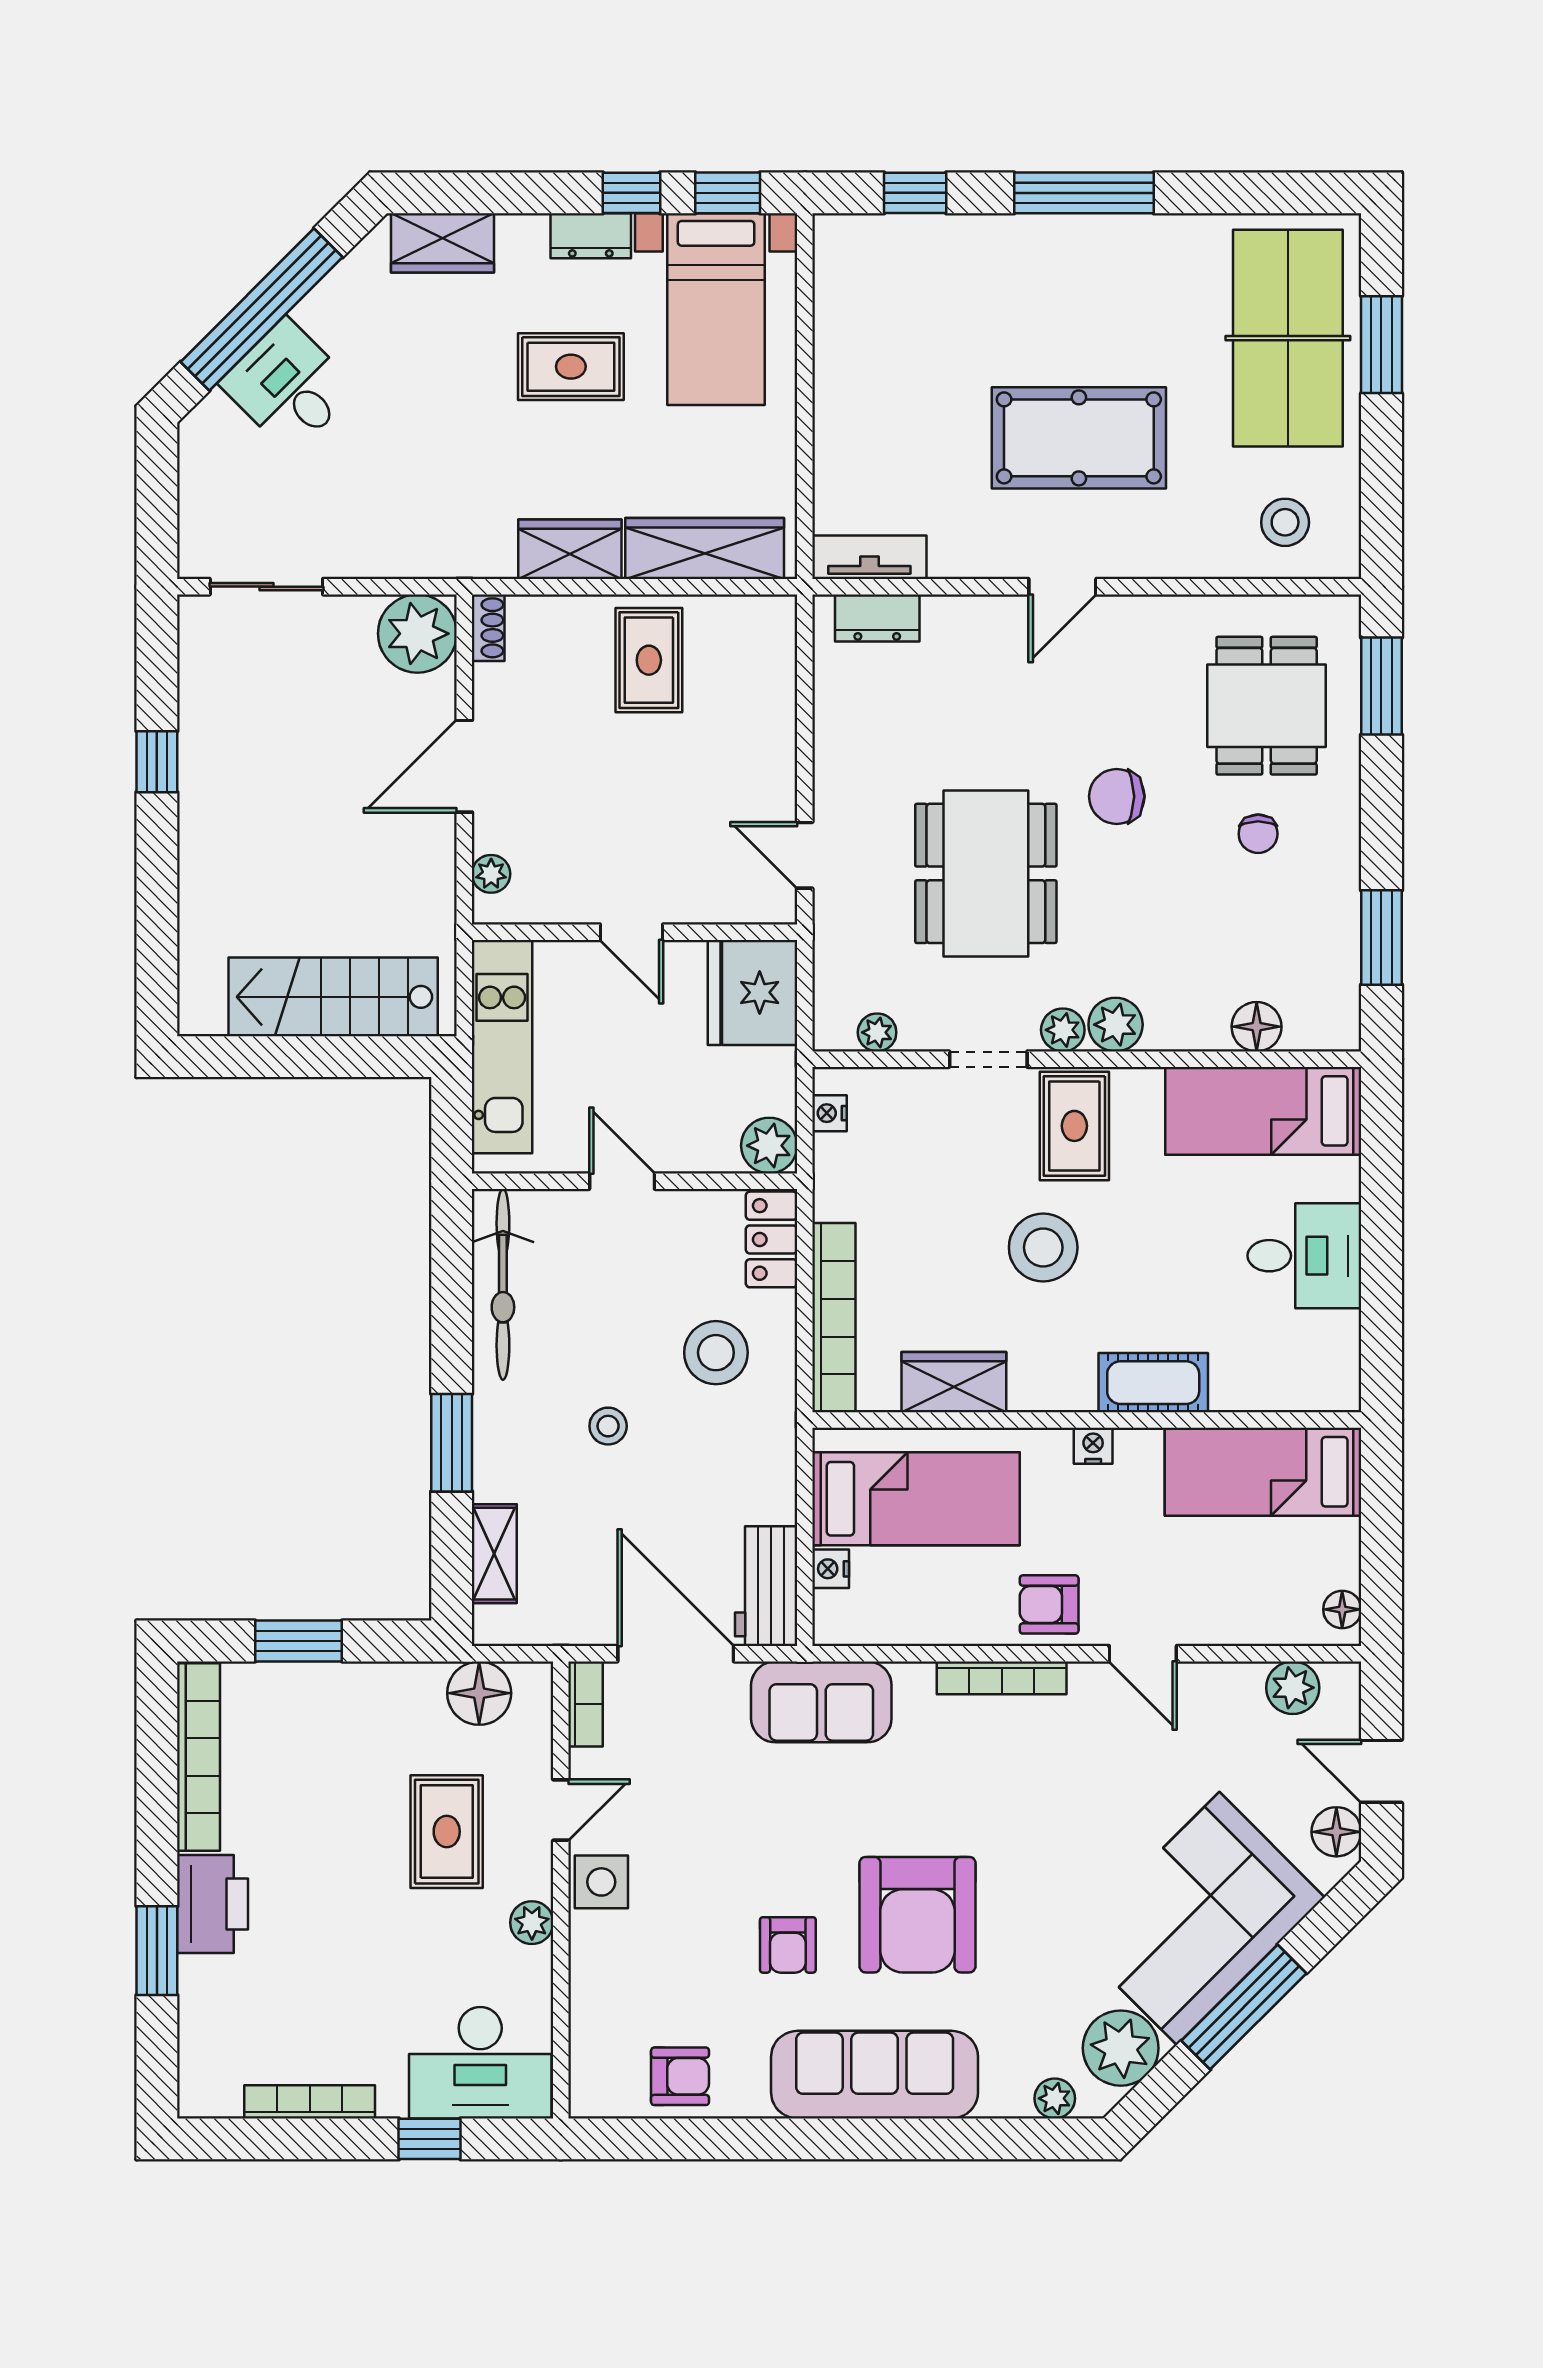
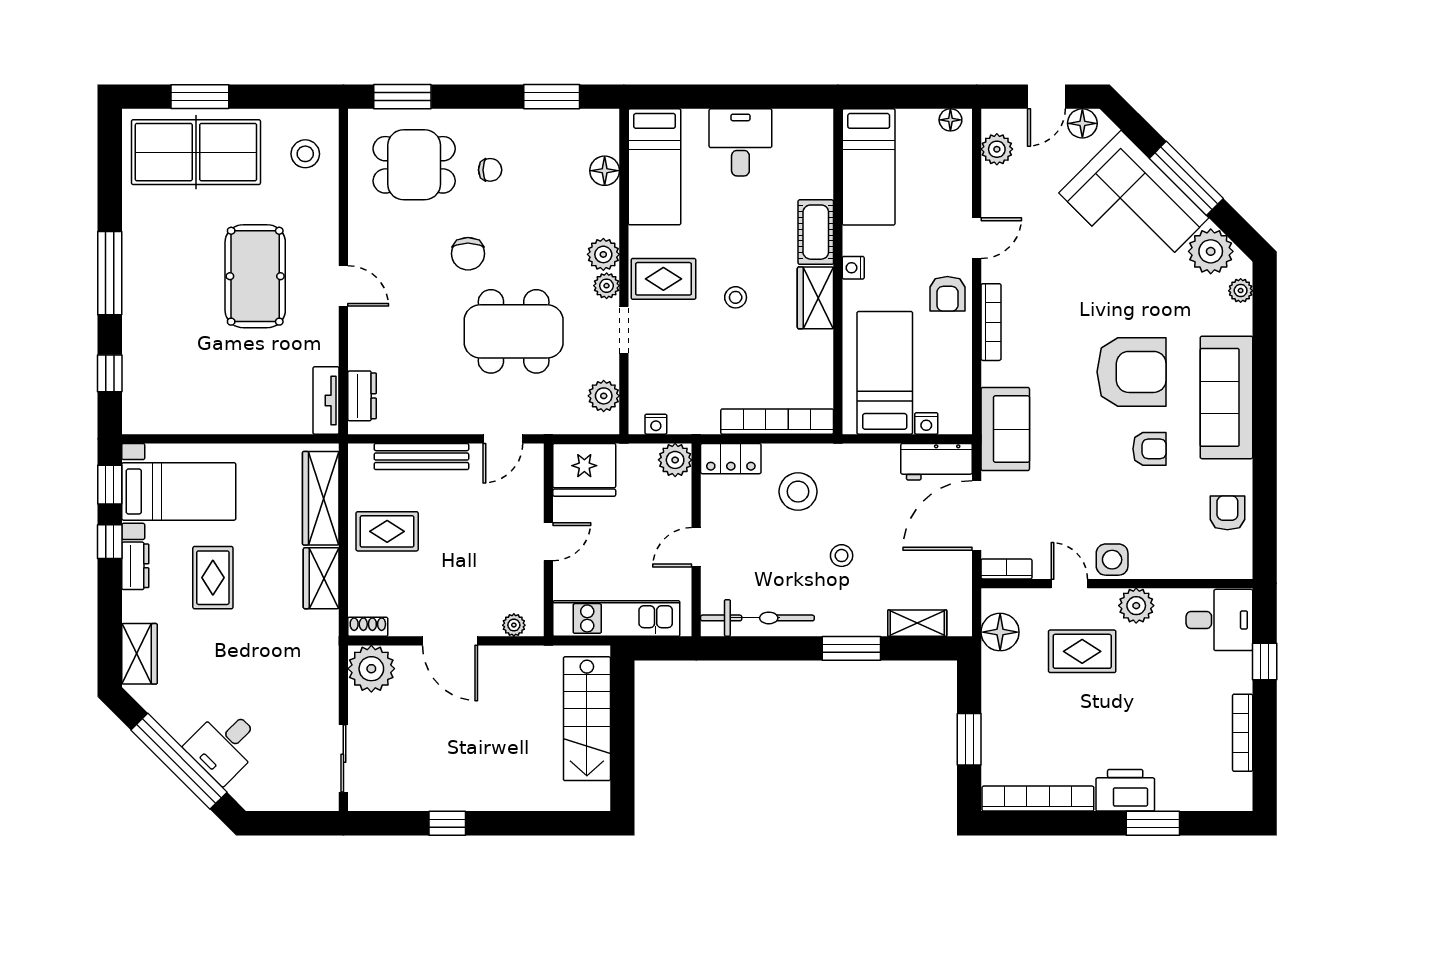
bench: (775, 718) -> (421, 457), added
plant: (877, 1032) -> (604, 396), width x1.38, depth x1.38
stool: (1043, 1247) -> (736, 297), width x0.53, depth x0.53
wardrobe: (954, 1382) -> (815, 298), moved
plant: (532, 1923) -> (1136, 606), width x1.38, depth x1.38
desk: (480, 2063) -> (1219, 620), width x0.73

